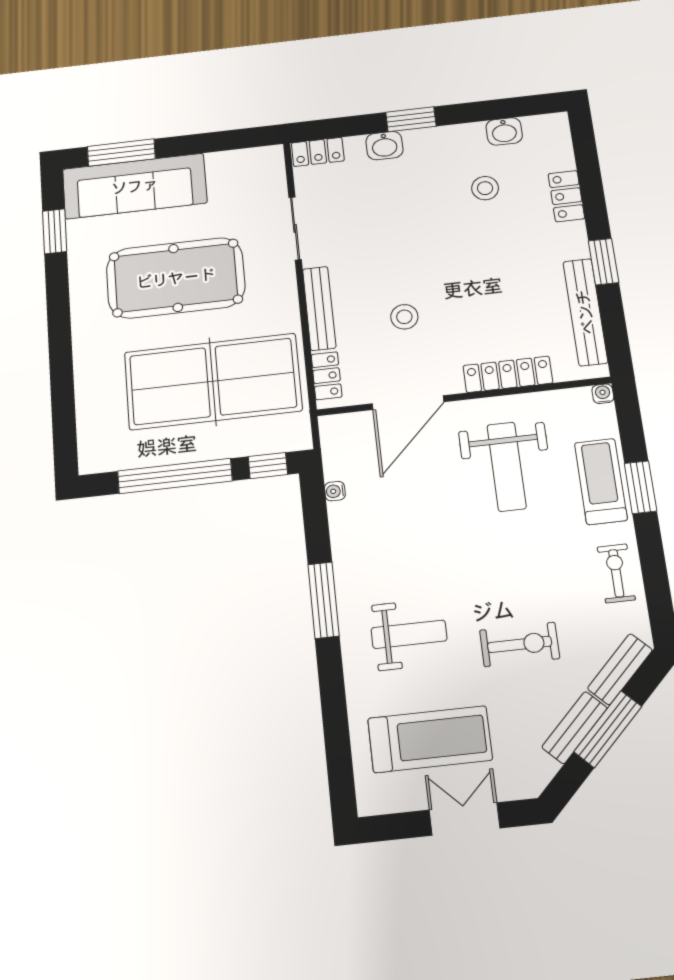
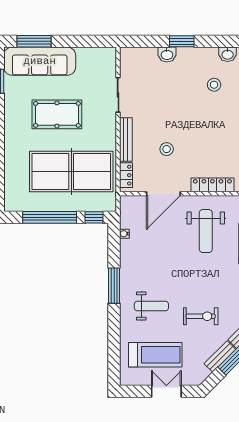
locker: (318, 152) -> (133, 54), removed
pool table: (176, 278) -> (57, 114), width x0.73, depth x0.76

